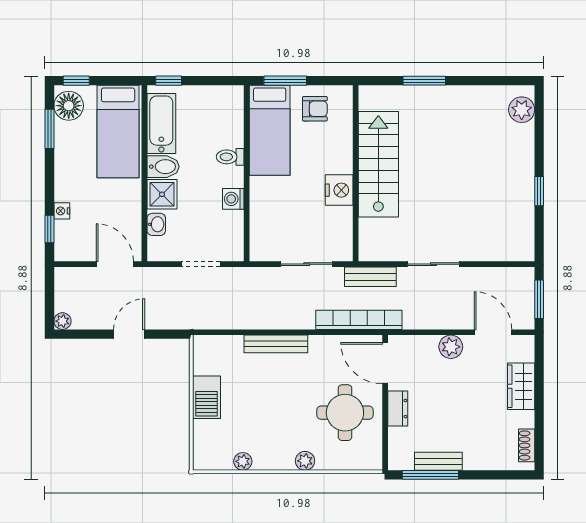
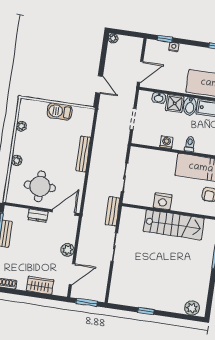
bookcase: (359, 320) -> (90, 202), removed
door: (129, 334) -> (99, 84), moved

